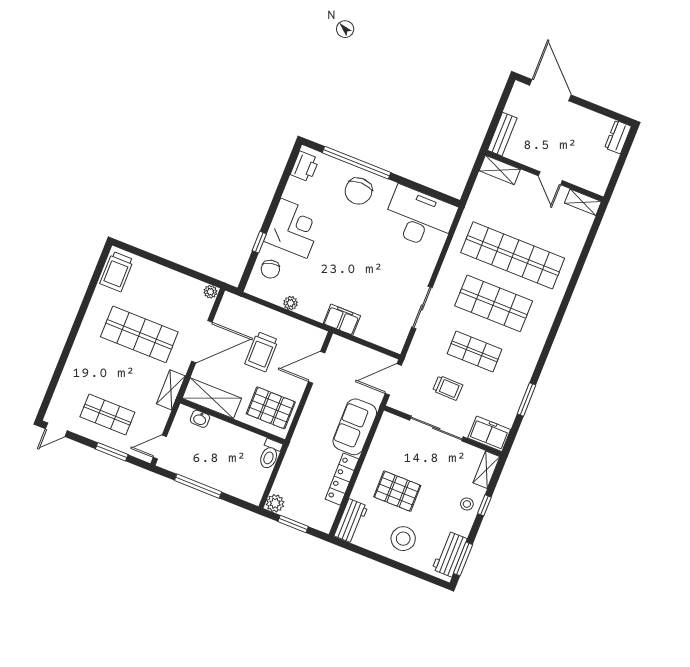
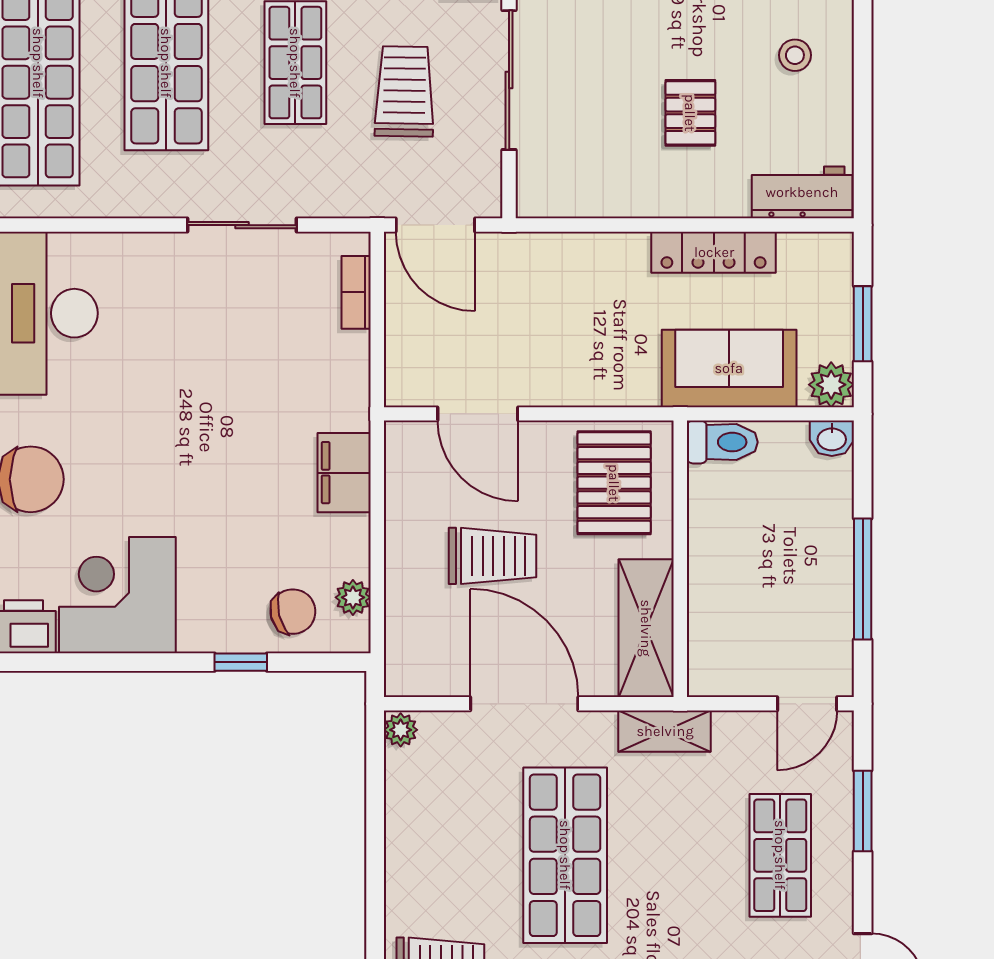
corner desk: (294, 228) -> (117, 595), moved
plant: (291, 303) -> (353, 597), moved
filing cabinet: (342, 320) -> (344, 473), moved
bookcase: (380, 340) -> (356, 292), added
trolley: (448, 388) -> (404, 91), width x1.36, depth x1.39
washbasin: (200, 419) -> (832, 438), moved, turned 90
sofa: (355, 427) -> (729, 368), moved, turned 180
door: (160, 447) -> (807, 704), hinge flipped
pallet: (397, 491) -> (690, 113), width x0.67, depth x0.71
stool: (403, 539) -> (795, 55), width x0.53, depth x0.53

